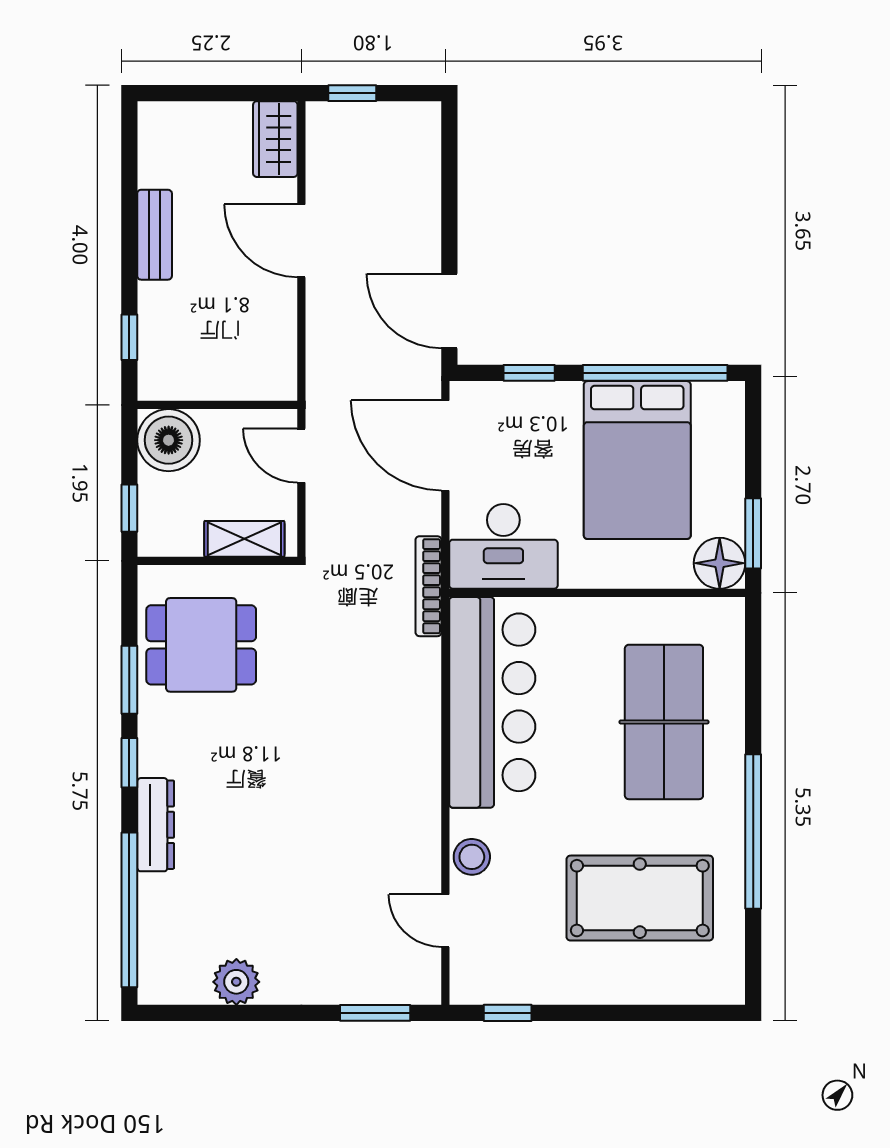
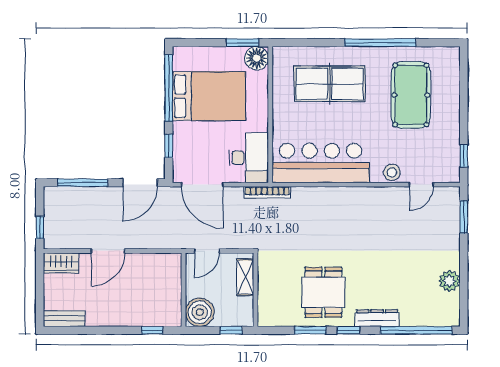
window: (449, 186) -> (83, 183), added
bench: (155, 235) -> (64, 319), moved
door: (445, 445) -> (202, 185), hinge flipped
dining table: (201, 645) -> (323, 292), moved

